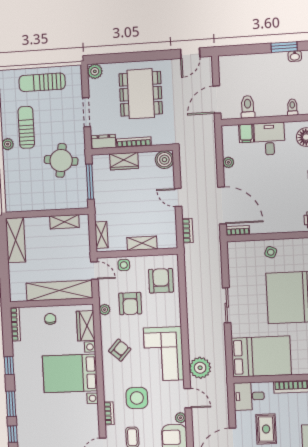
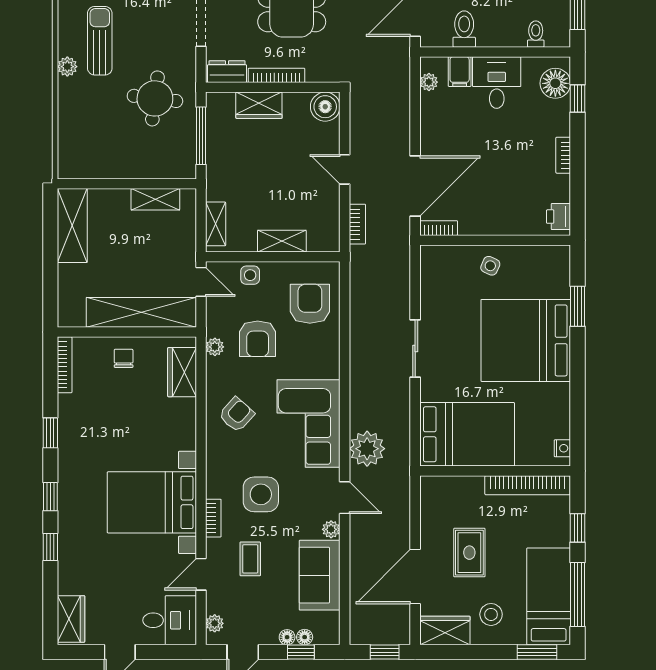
plant: (228, 162) -> (429, 82), moved
door: (222, 205) -> (415, 186), hinge flipped
bed with nightstands: (70, 373) -> (152, 502), moved
desk: (249, 396) -> (444, 498), removed
window: (11, 404) -> (50, 497), width x0.67

